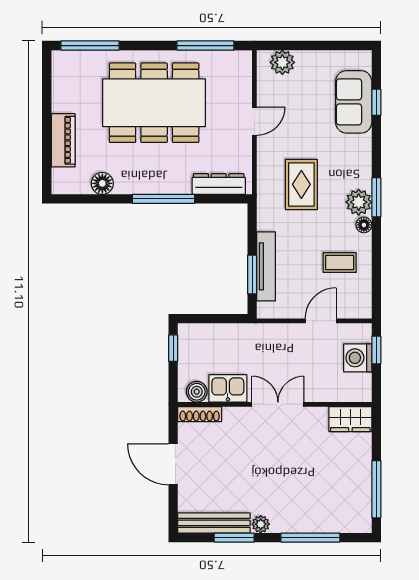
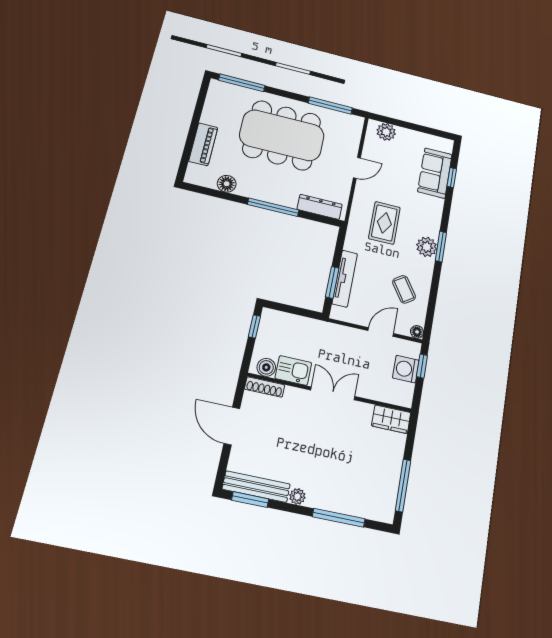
floor lamp: (364, 225) -> (417, 332), moved
coffee table: (340, 263) -> (404, 289), turned 56
window: (234, 538) -> (250, 500), moved

